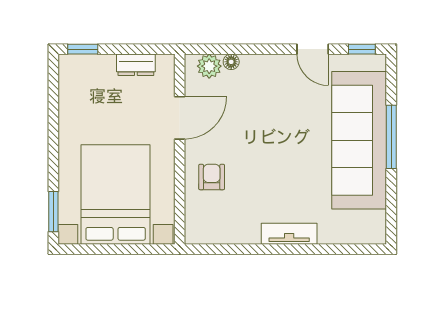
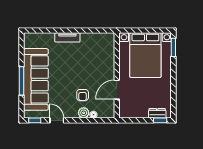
dresser: (136, 65) -> (157, 113), moved
plant: (209, 66) -> (84, 113), moved
armchair: (212, 177) -> (83, 95), moved

